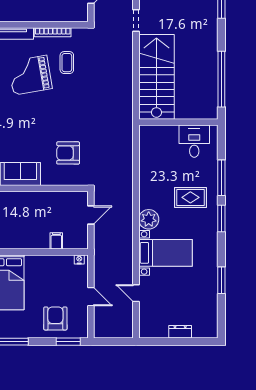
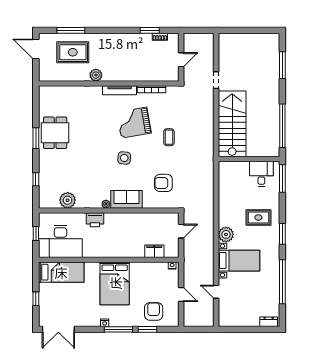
coffee table: (67, 63) -> (169, 137), moved
side table: (18, 121) -> (124, 158), added
window: (221, 178) -> (282, 178), moved
filing cabinet: (56, 241) -> (154, 251), width x2.00
window: (221, 280) -> (282, 282), width x2.11
dresser: (180, 332) -> (269, 322), moved
window: (68, 342) -> (147, 329), moved

